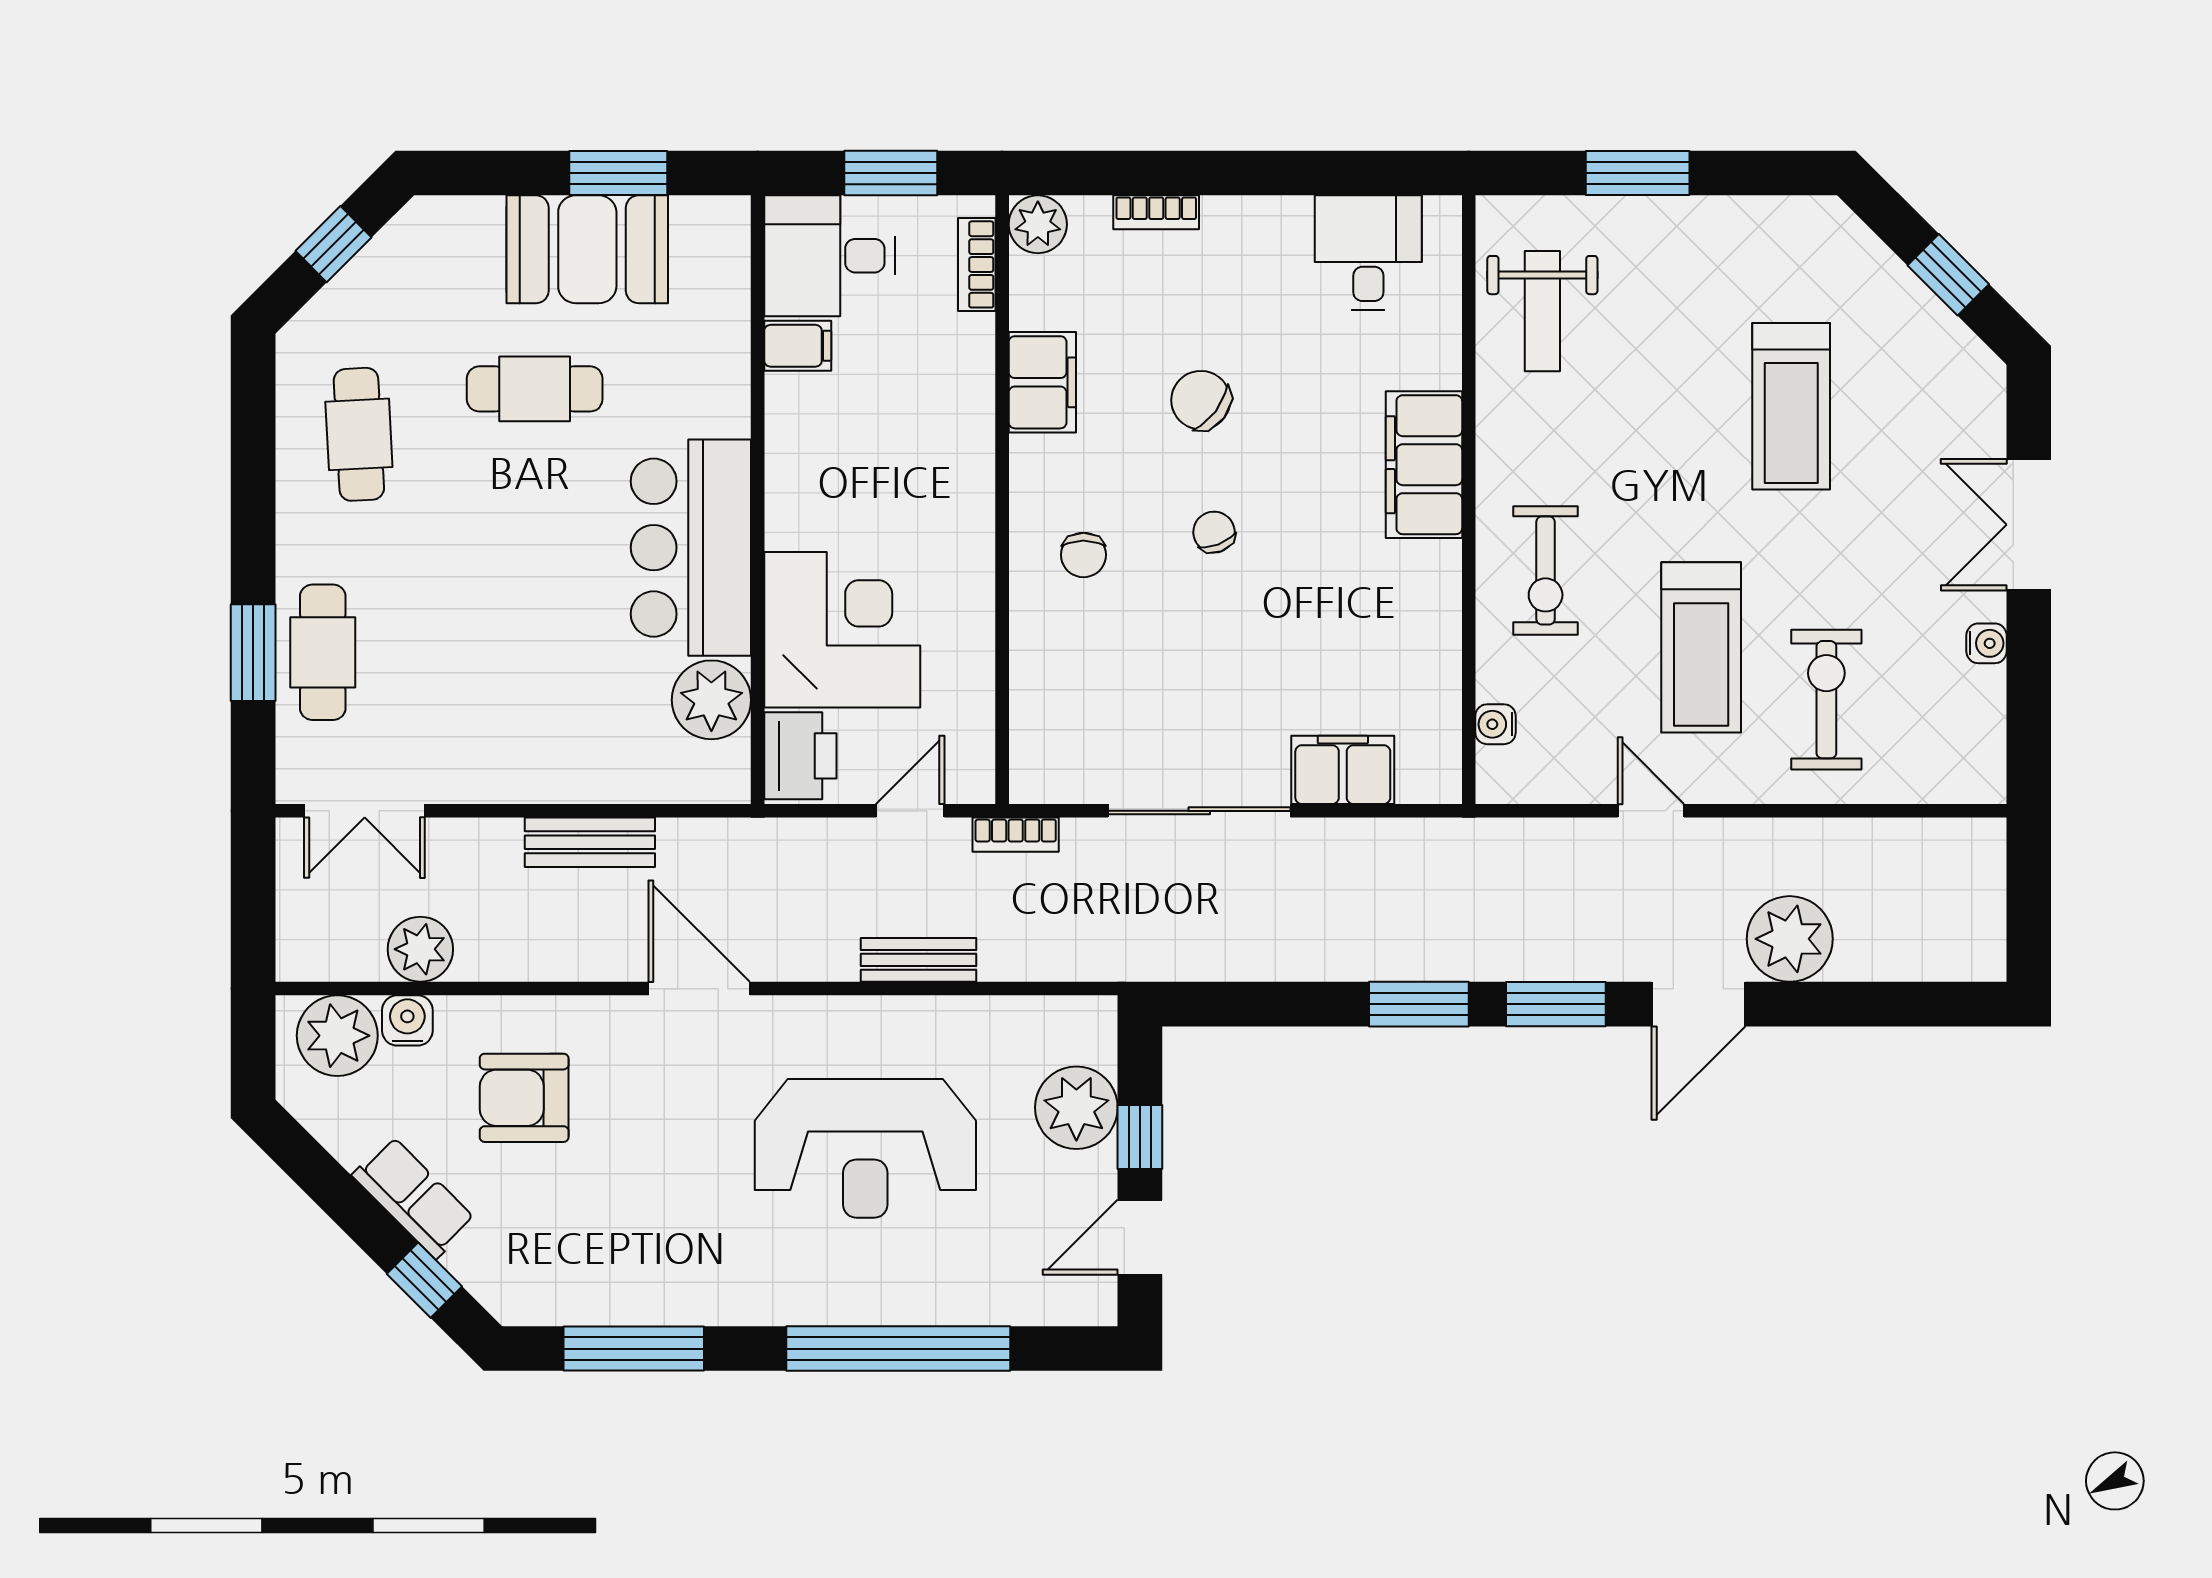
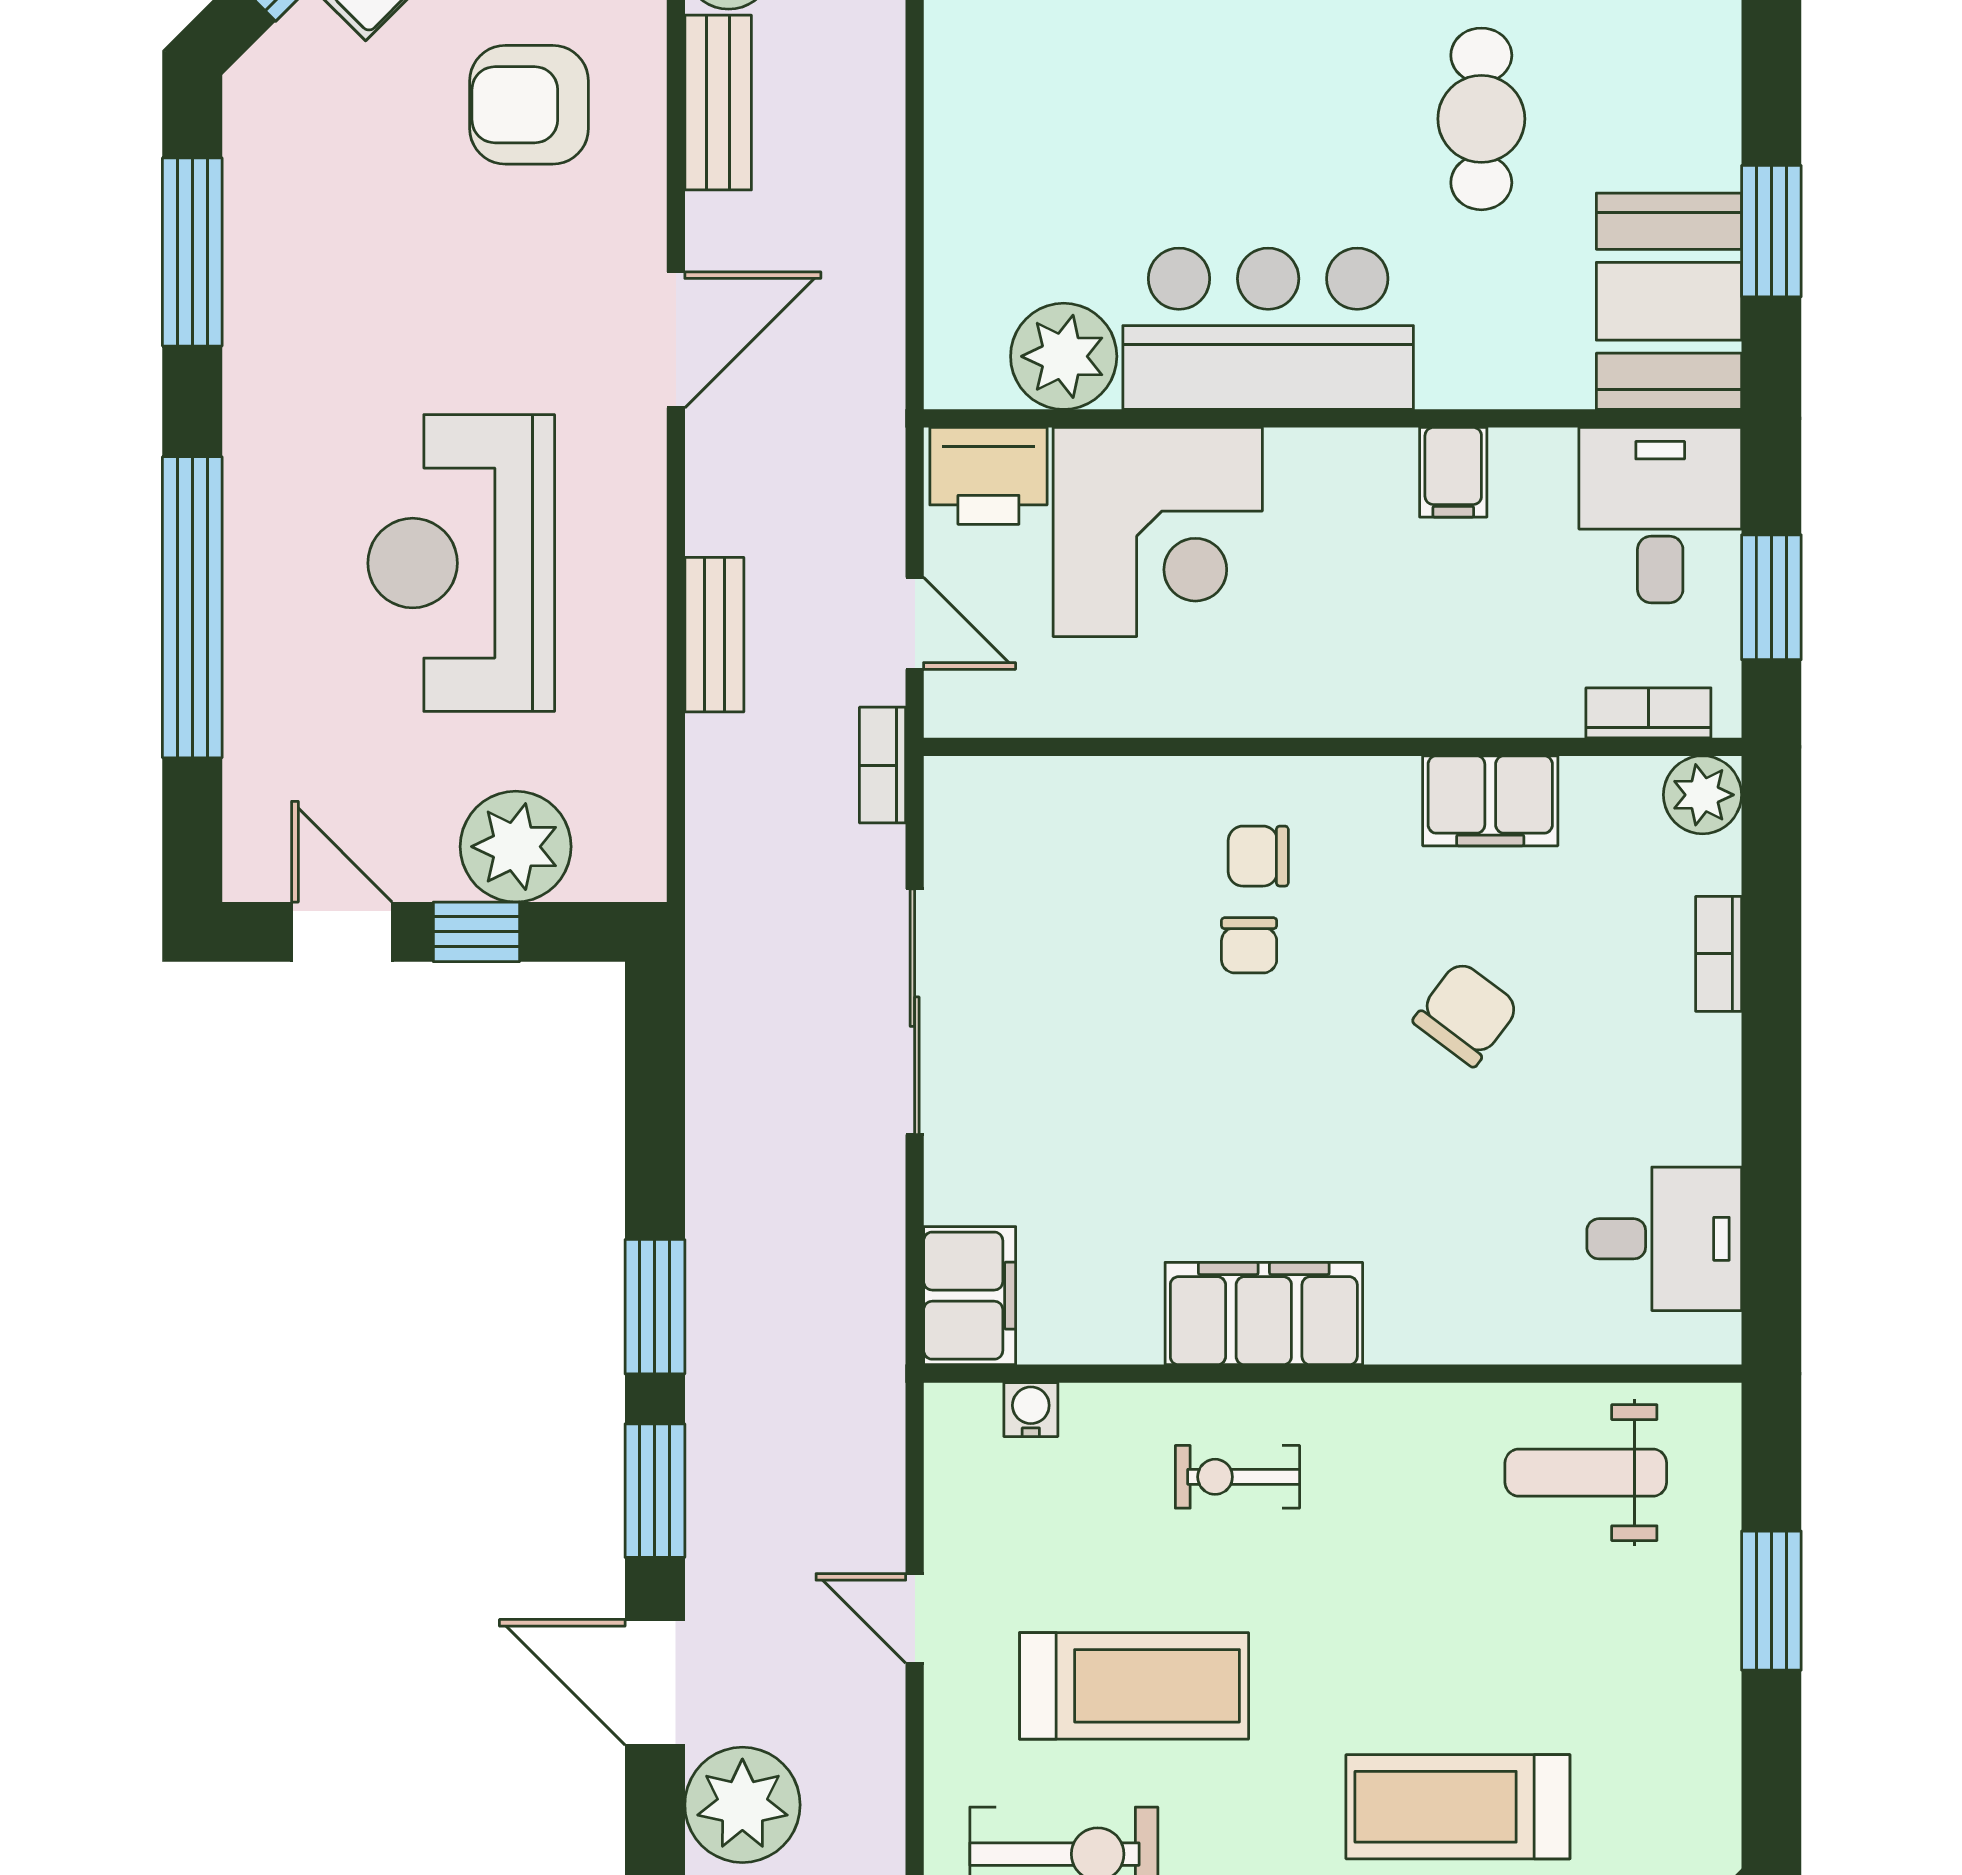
booth: (587, 249) -> (1669, 301), moved
filing cabinet: (798, 346) -> (1453, 472), moved
filing cabinet: (1424, 465) -> (1264, 1314), moved
chair: (1214, 532) -> (1249, 945), moved, turned 111
exercise bike: (1546, 570) -> (1237, 1477), width x0.73, depth x0.72
treadmill: (1701, 647) -> (1134, 1686), turned 180
filing cabinet: (1343, 770) -> (970, 1296), moved
door: (1651, 811) -> (915, 1618), swing flipped
bench: (590, 842) -> (718, 103), moved
armchair: (524, 1098) -> (529, 105), turned -90

